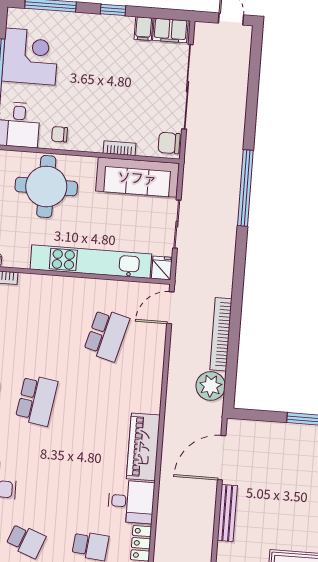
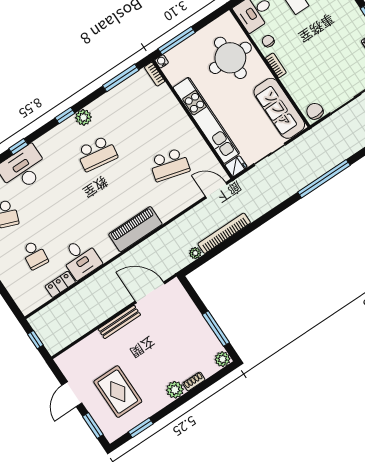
bookcase: (120, 148) -> (276, 65), moved
plant: (211, 386) -> (195, 253), width x0.53, depth x0.53
piano: (143, 447) -> (135, 229), moved

